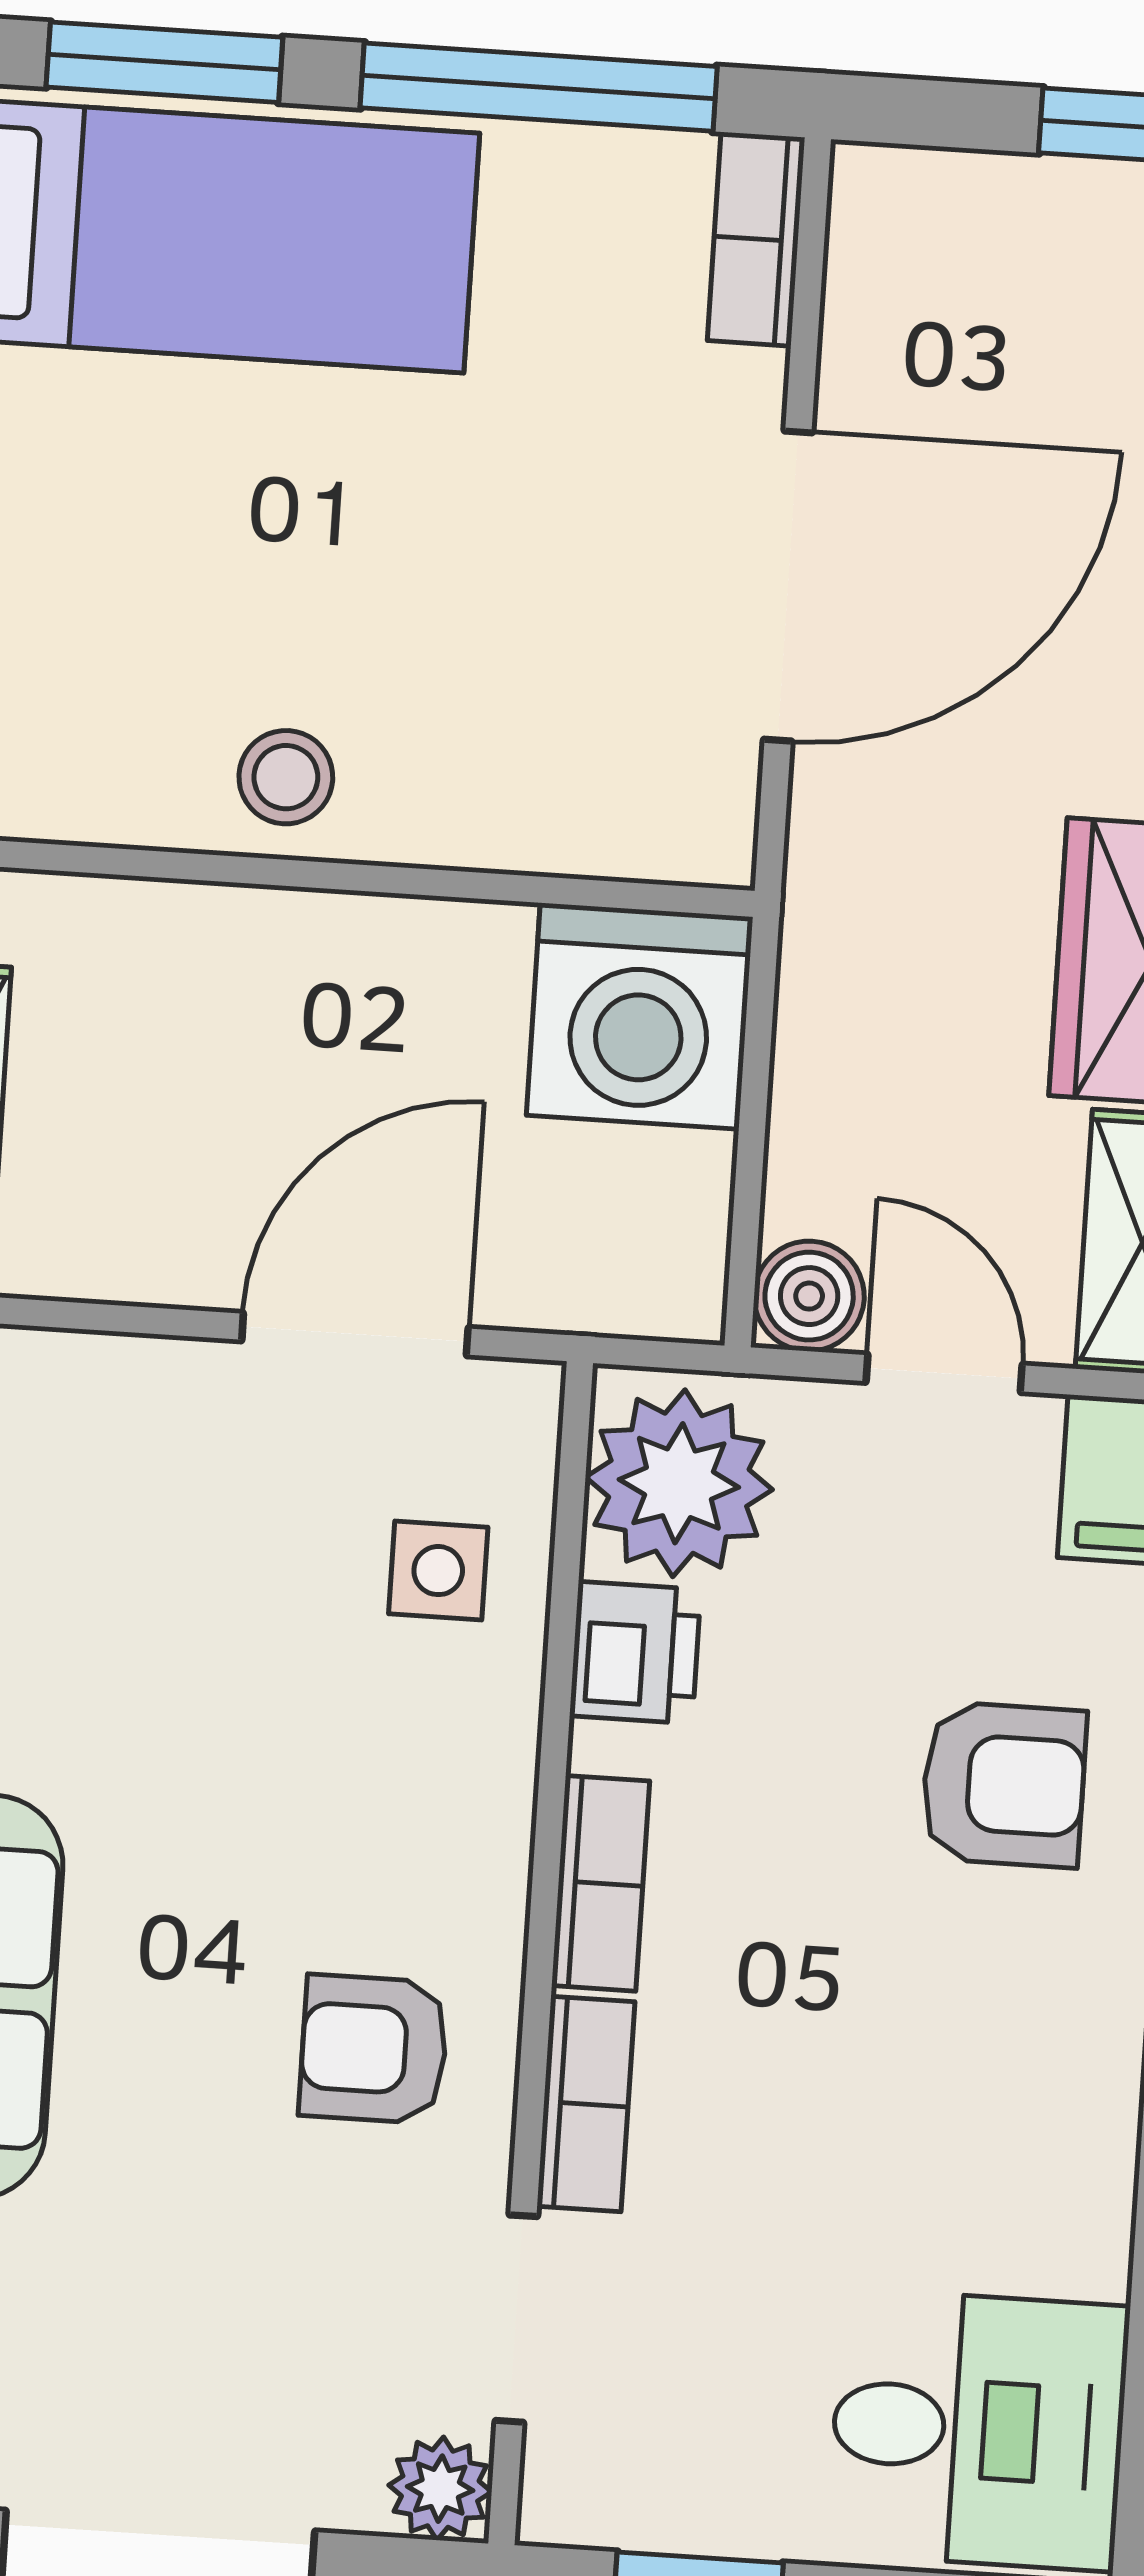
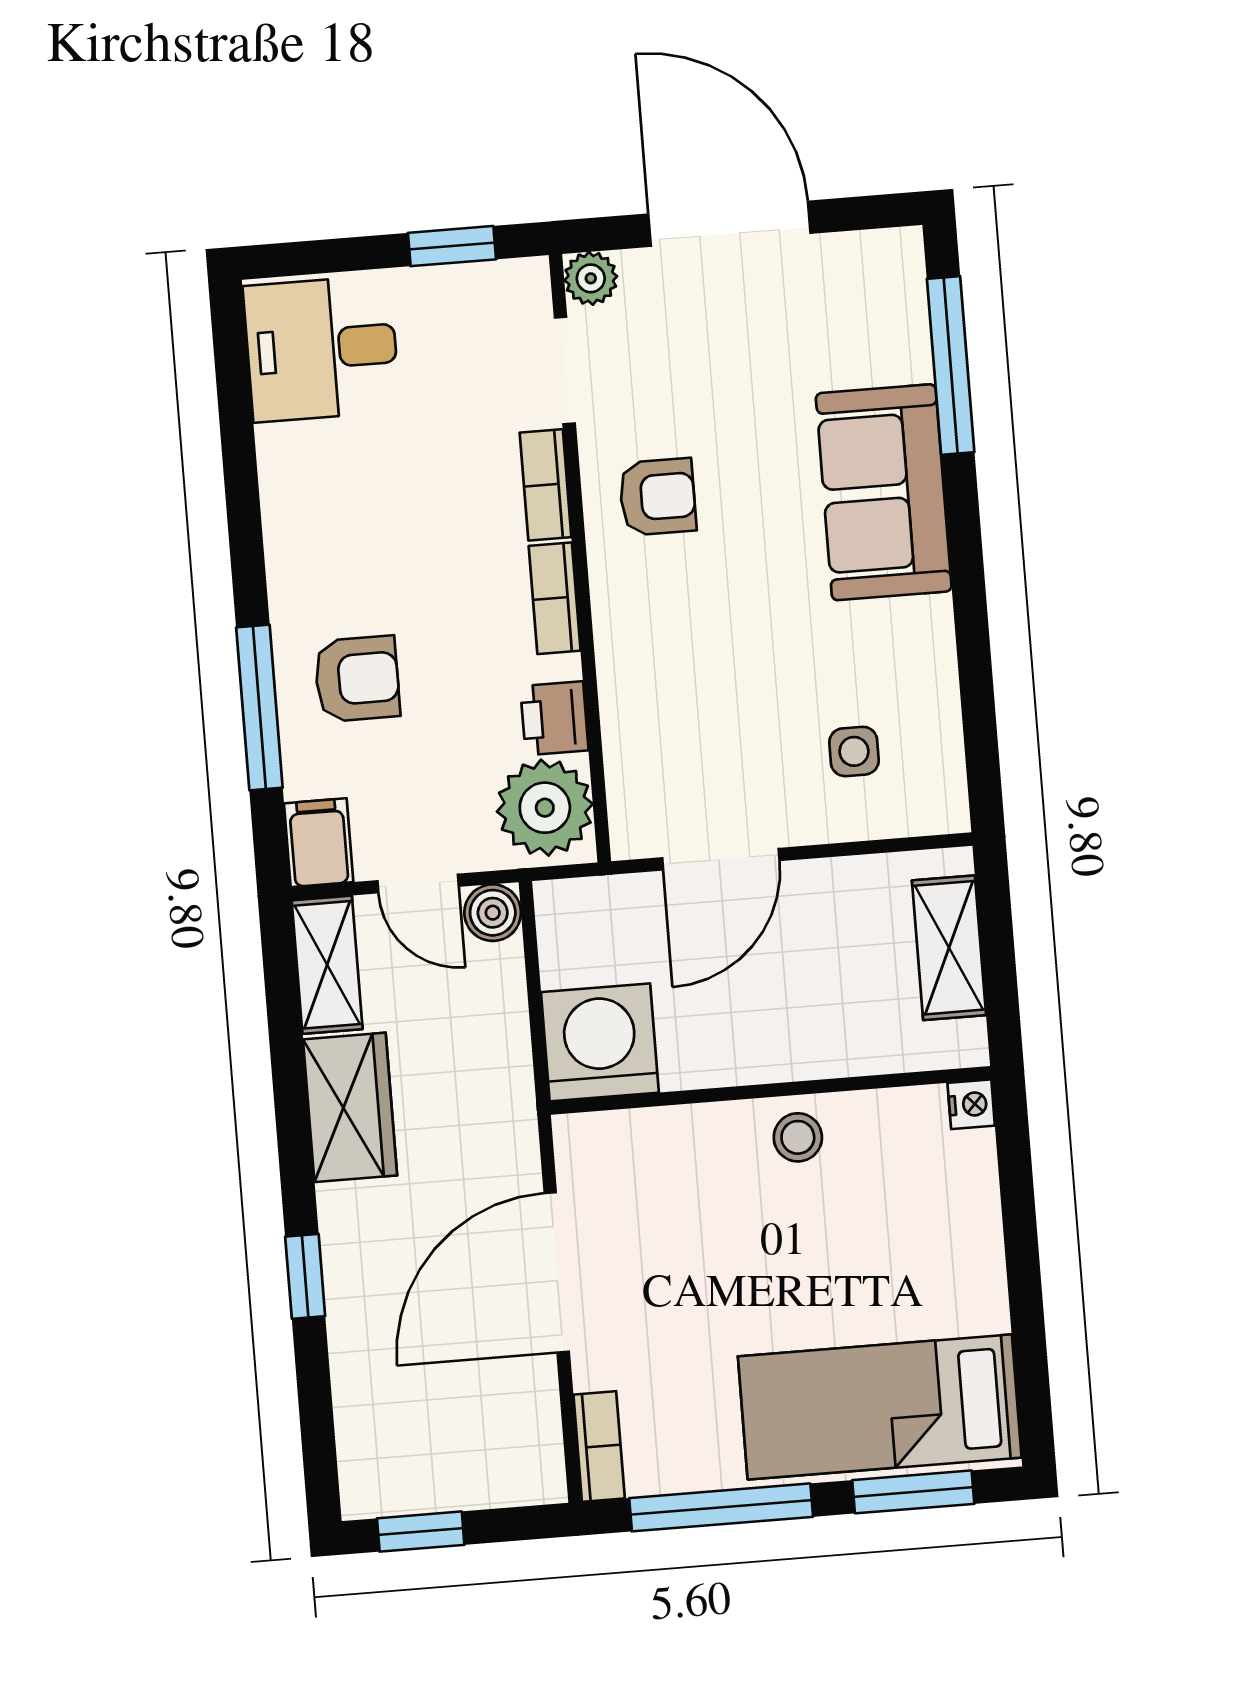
side table: (438, 1571) -> (854, 751), moved
armchair: (1004, 1785) -> (357, 679), turned 180

